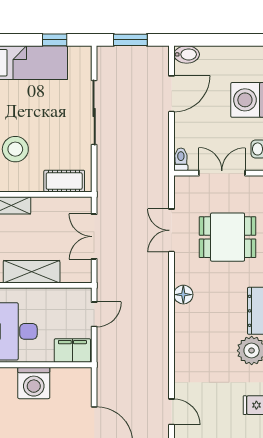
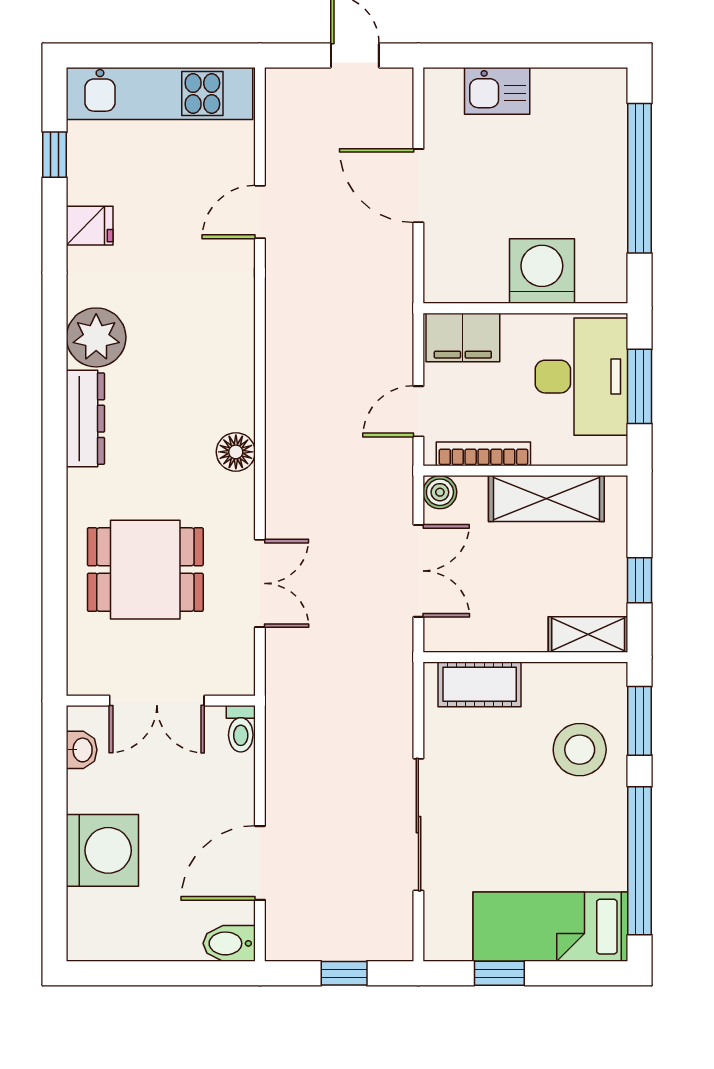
window: (130, 40) -> (344, 973), width x0.67
boiler: (84, 275) -> (440, 492), added
bookcase: (62, 294) -> (483, 454), added
door: (172, 412) -> (260, 212), hinge flipped

